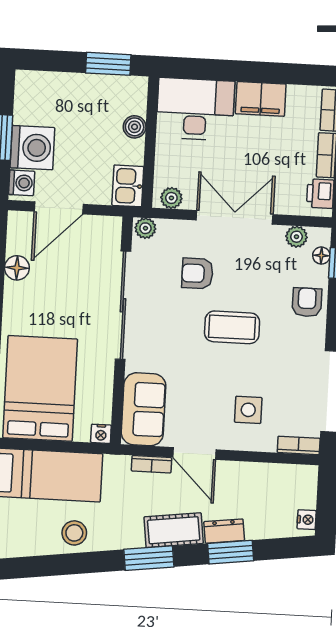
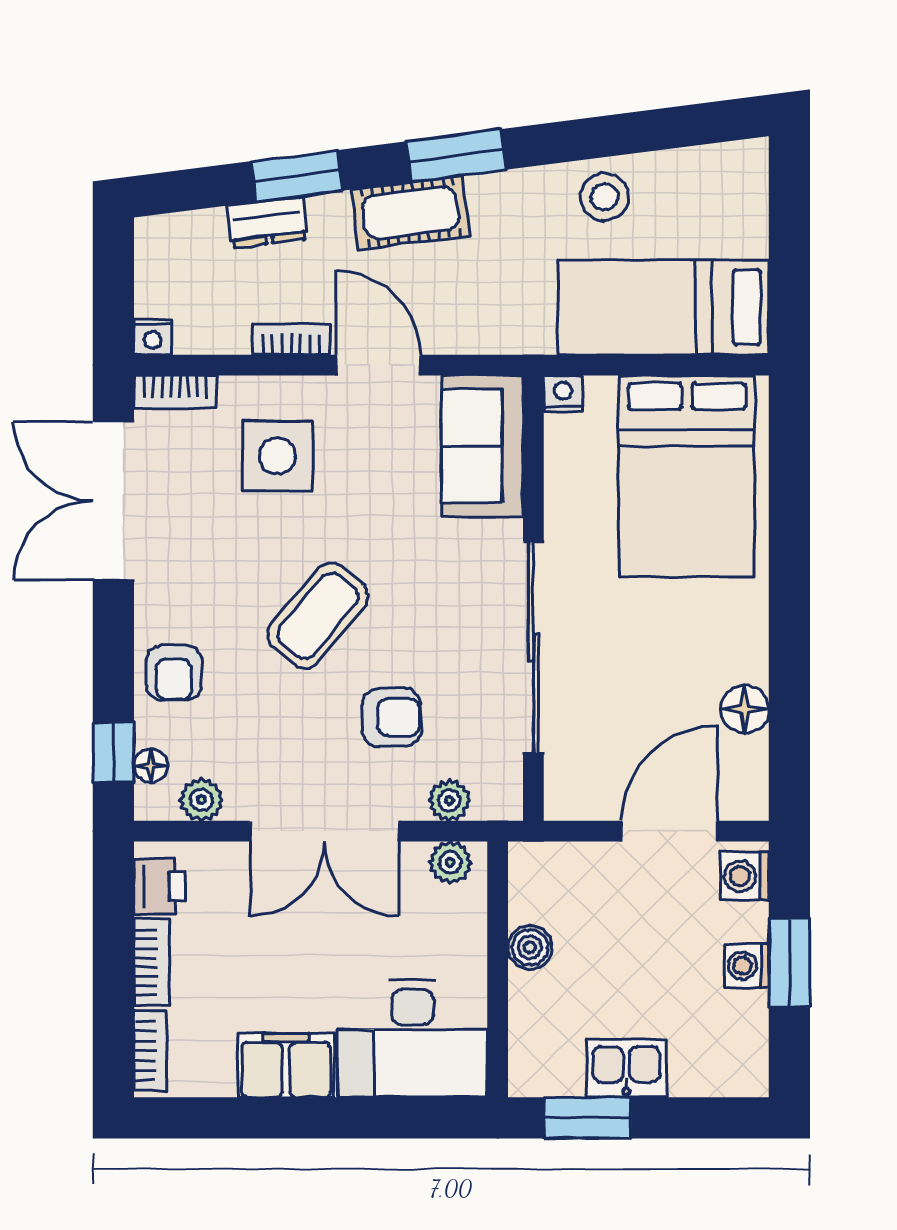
boiler: (135, 127) -> (530, 947), moved
washing machine: (32, 148) -> (747, 966), width x0.53, depth x0.53
kitchen sink: (128, 186) -> (626, 1068), moved, turned -90
plant: (145, 228) -> (449, 800), moved
coffee table: (232, 327) -> (318, 616), turned -50
side table: (248, 410) -> (277, 456), width x1.37, depth x1.37
bookcase: (151, 464) -> (291, 339), moved
nightstand: (307, 520) -> (153, 337), moved, turned -90
dresser: (224, 531) -> (267, 222), moved

